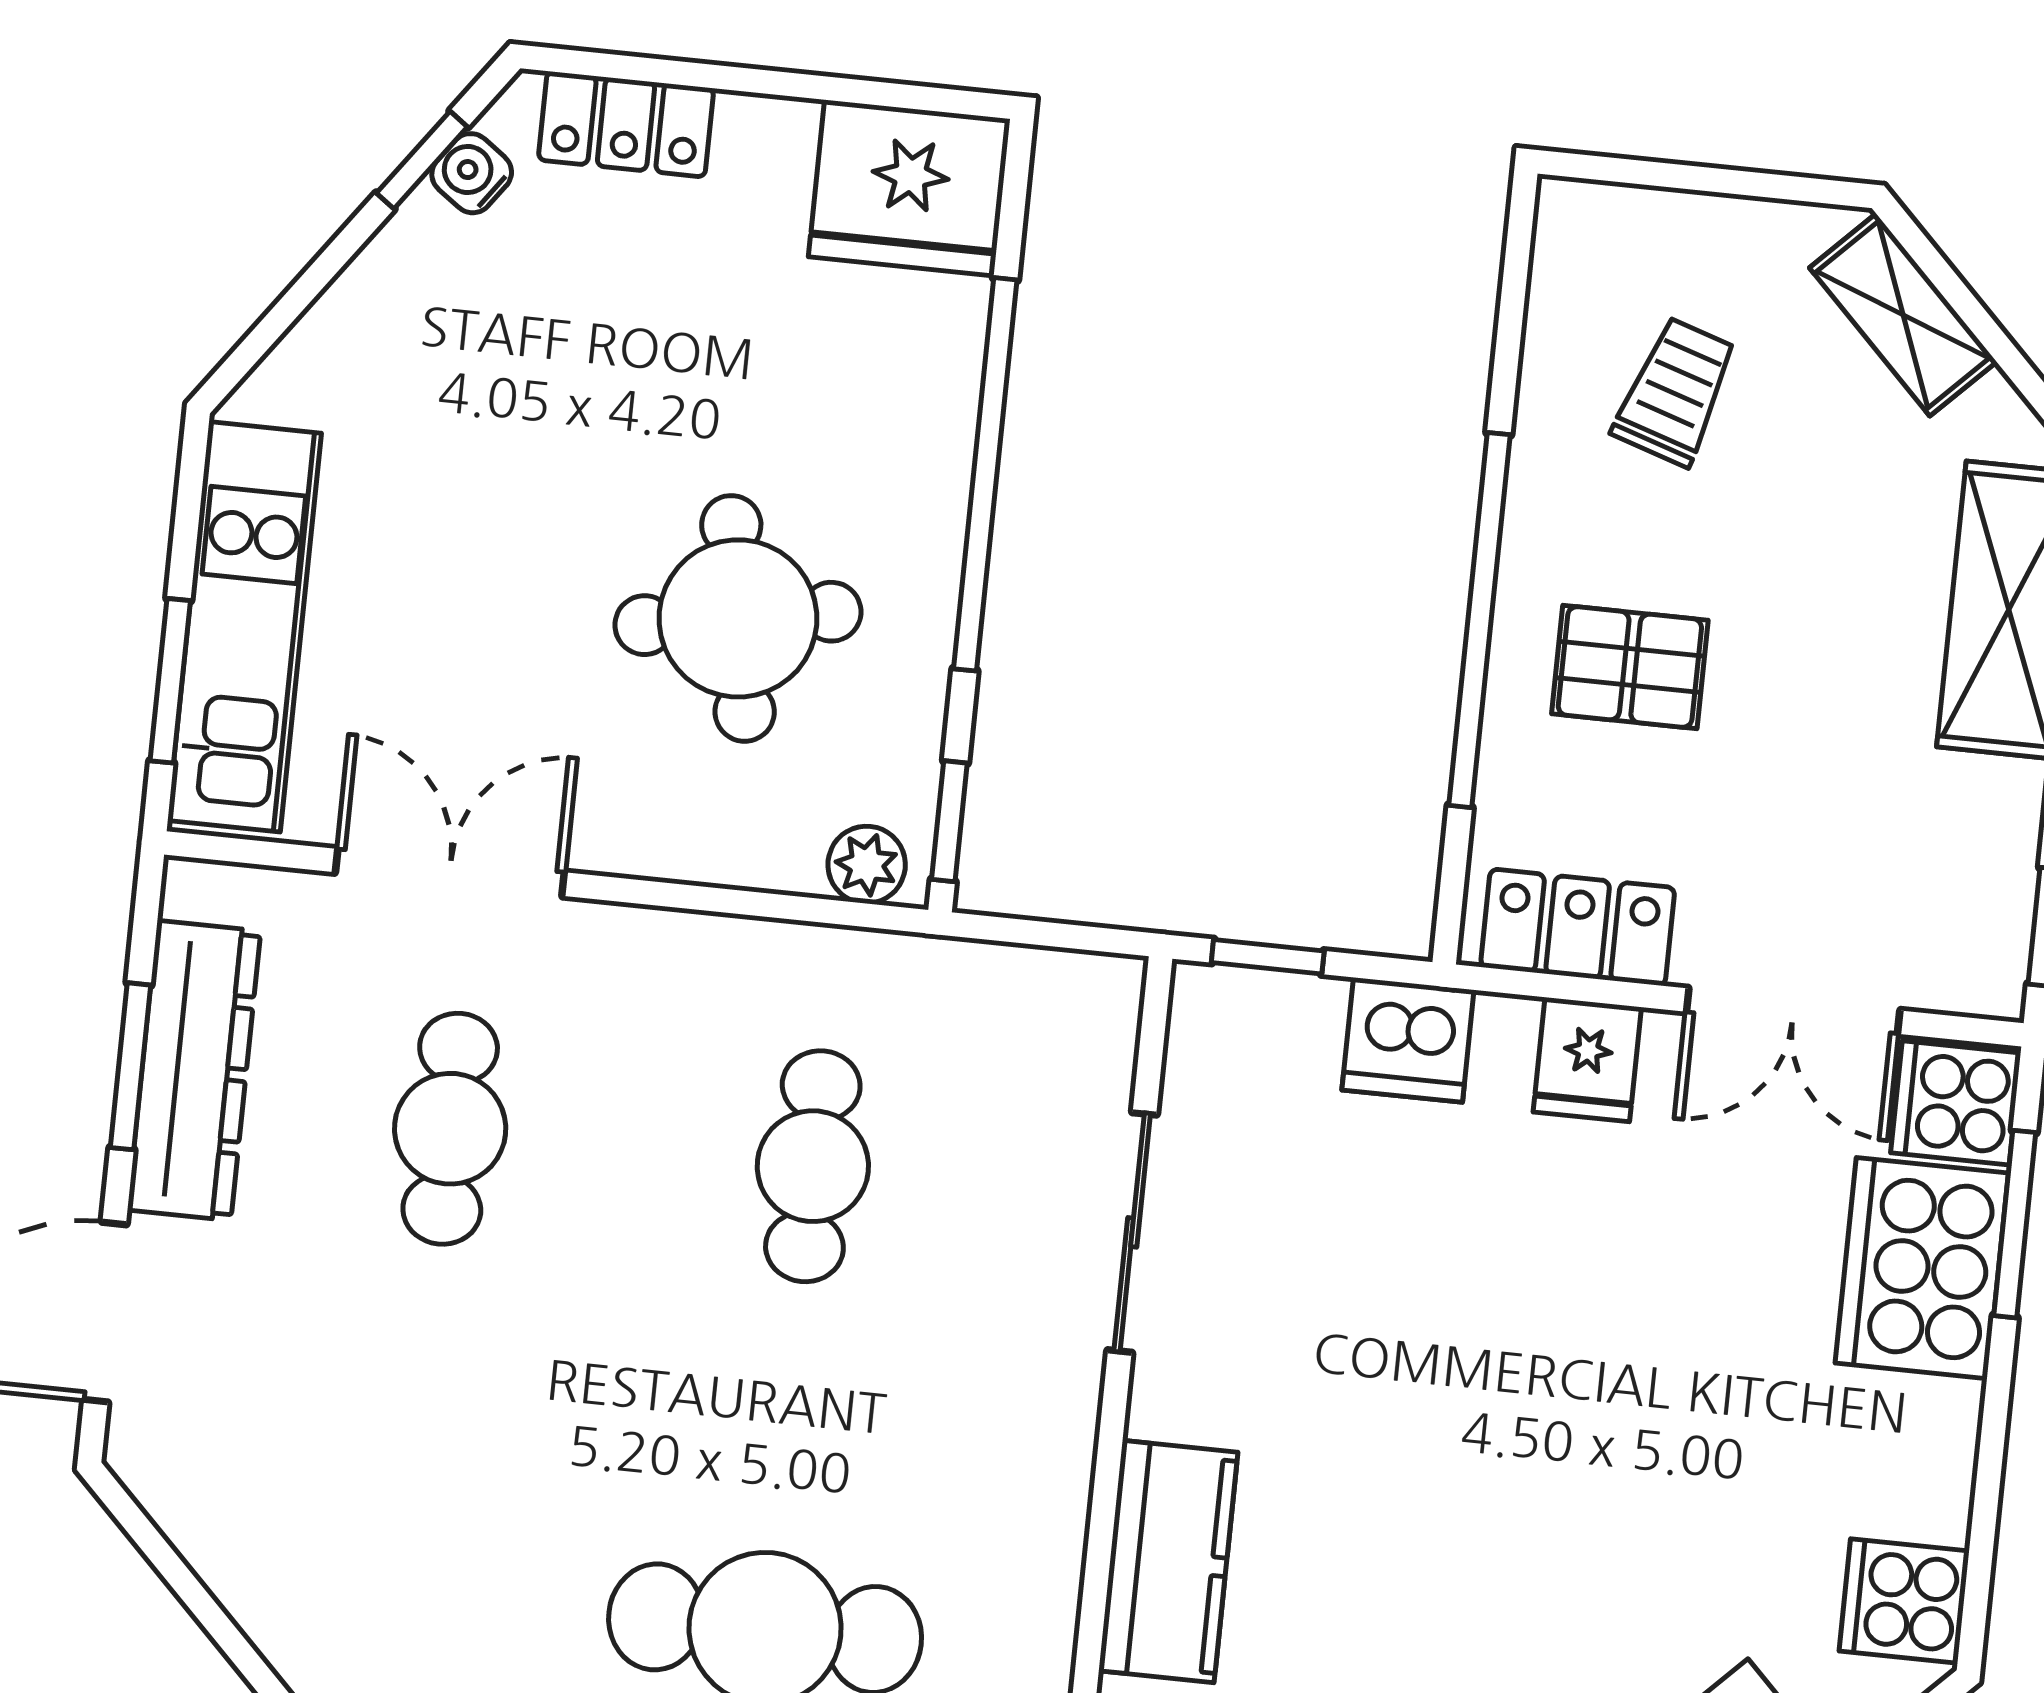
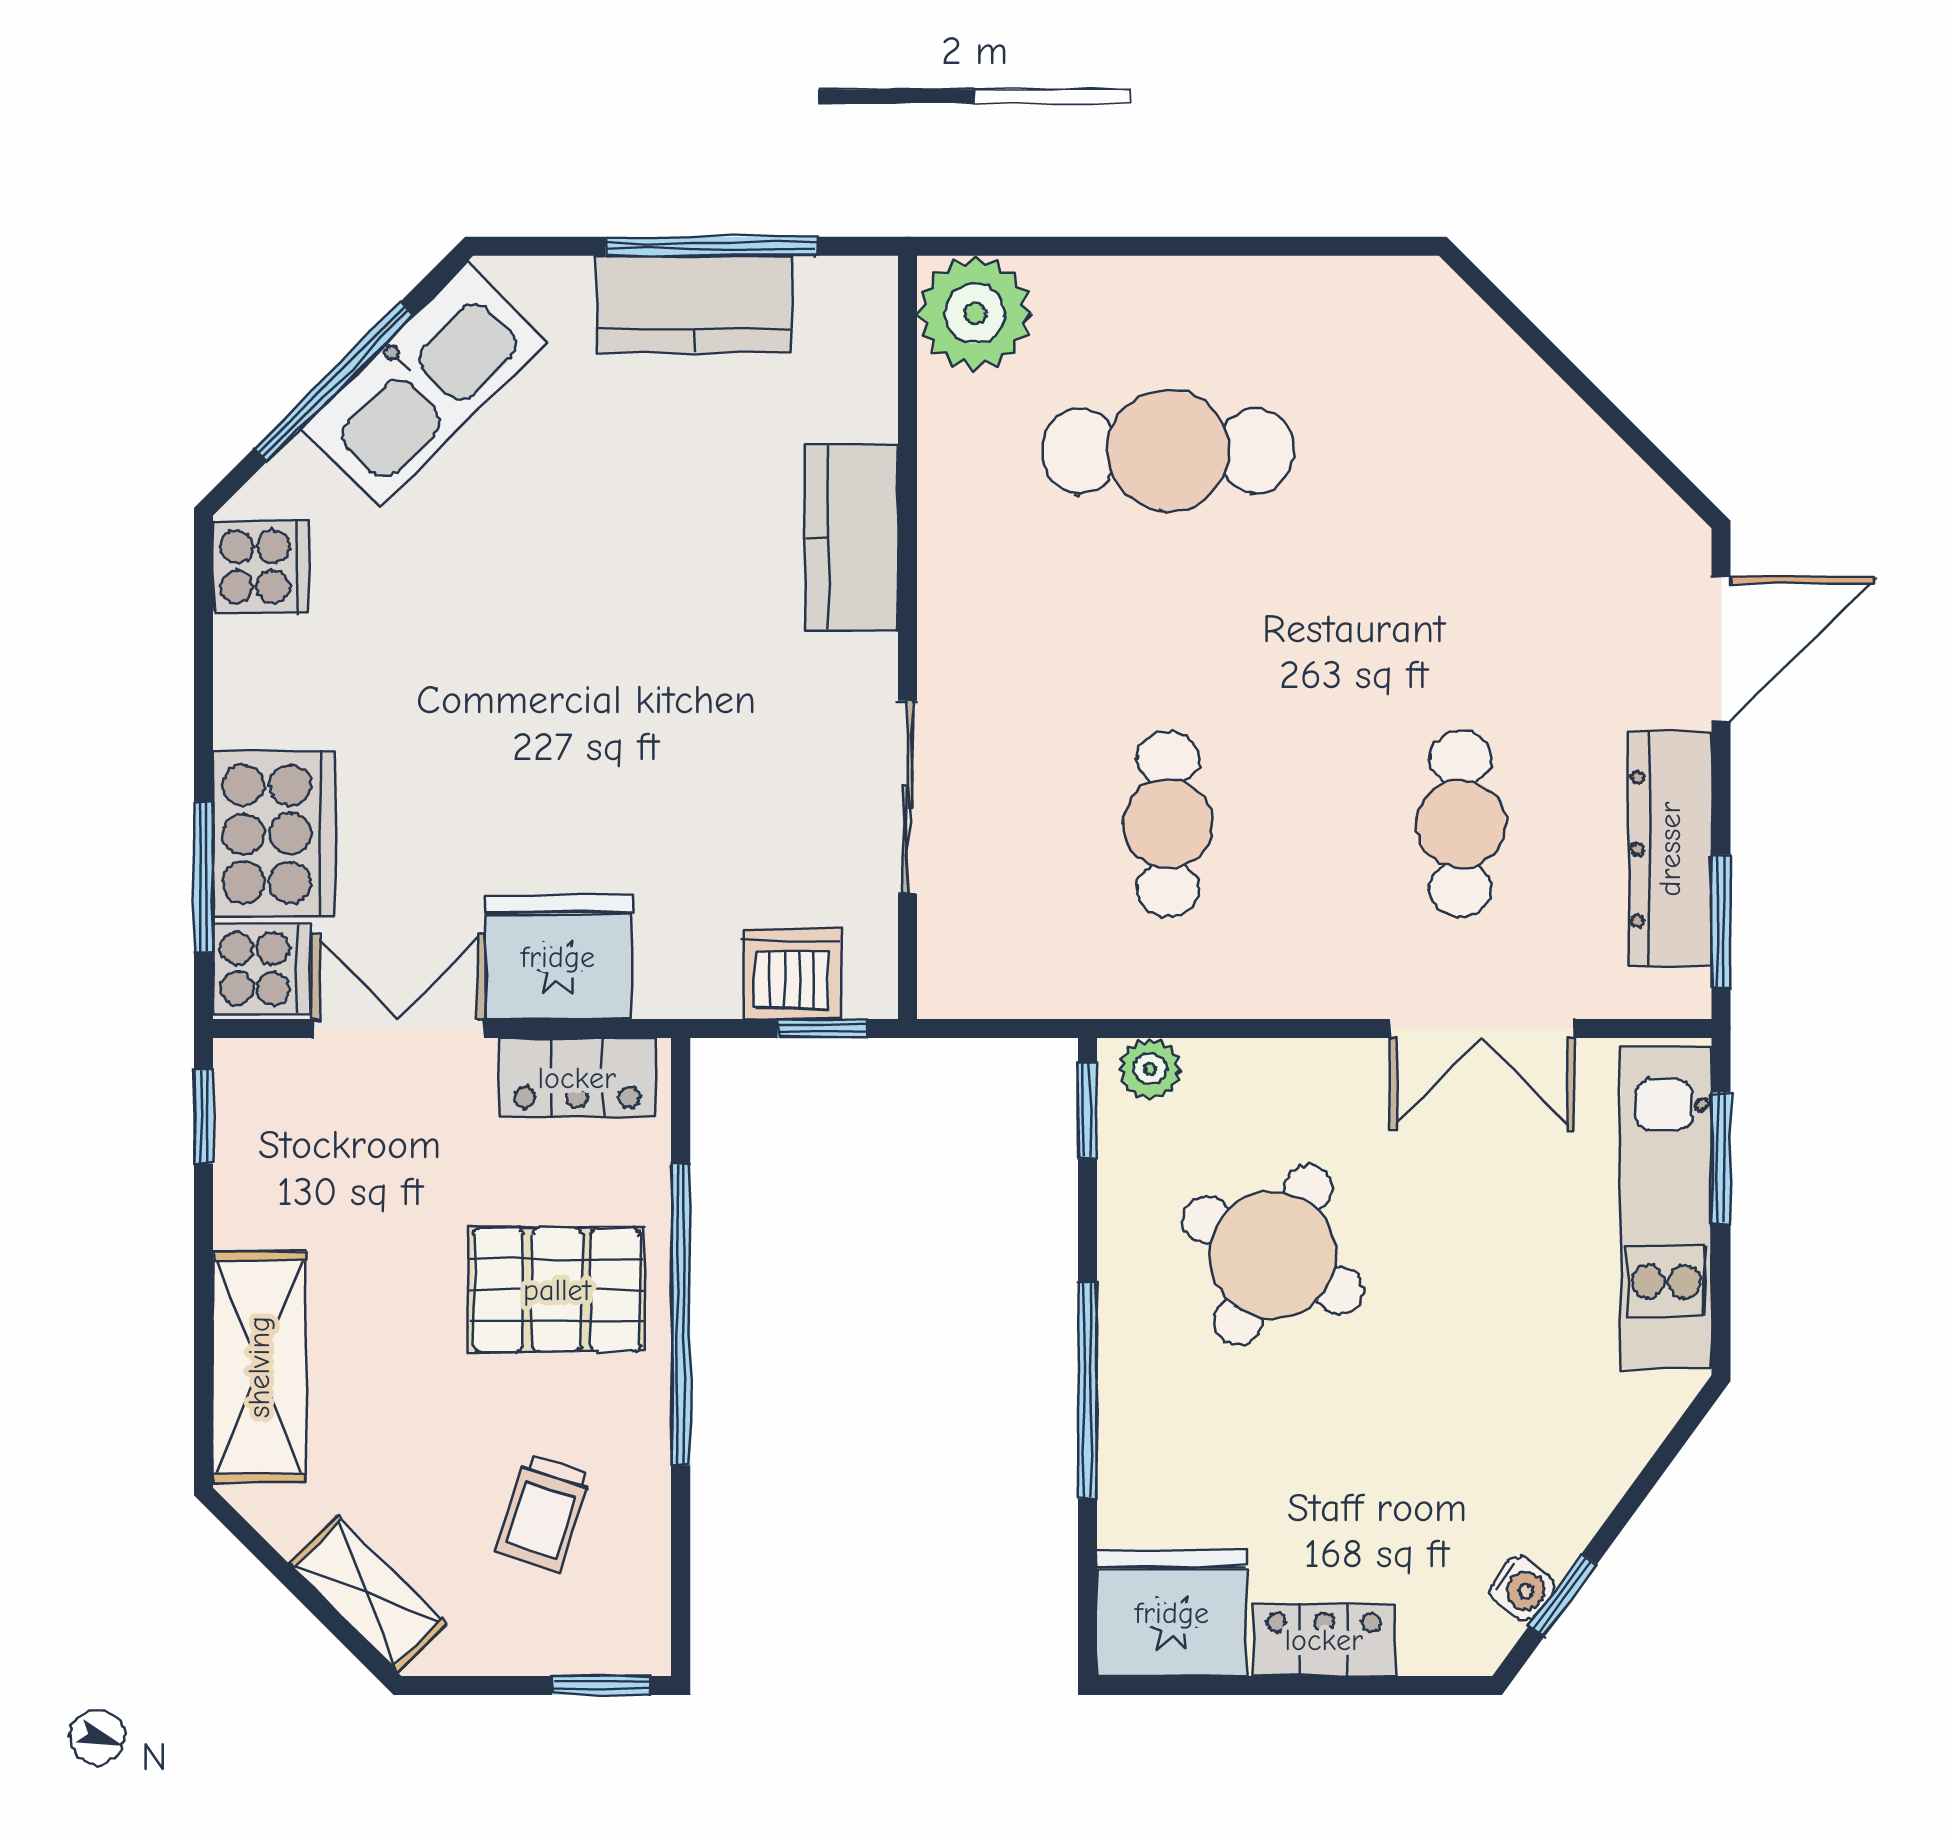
locker: (626, 124) -> (1324, 1640), moved
window: (1626, 171) -> (601, 1686), added
window: (985, 474) -> (1087, 1390), width x0.68
round table: (738, 618) -> (1273, 1255), turned 38
pallet: (1630, 667) -> (557, 1290), width x1.50, depth x1.42
dishwasher: (1408, 1040) -> (792, 974), moved
fridge: (1587, 1060) -> (558, 957), width x1.88, depth x1.34
window: (130, 1066) -> (1721, 921), moved

